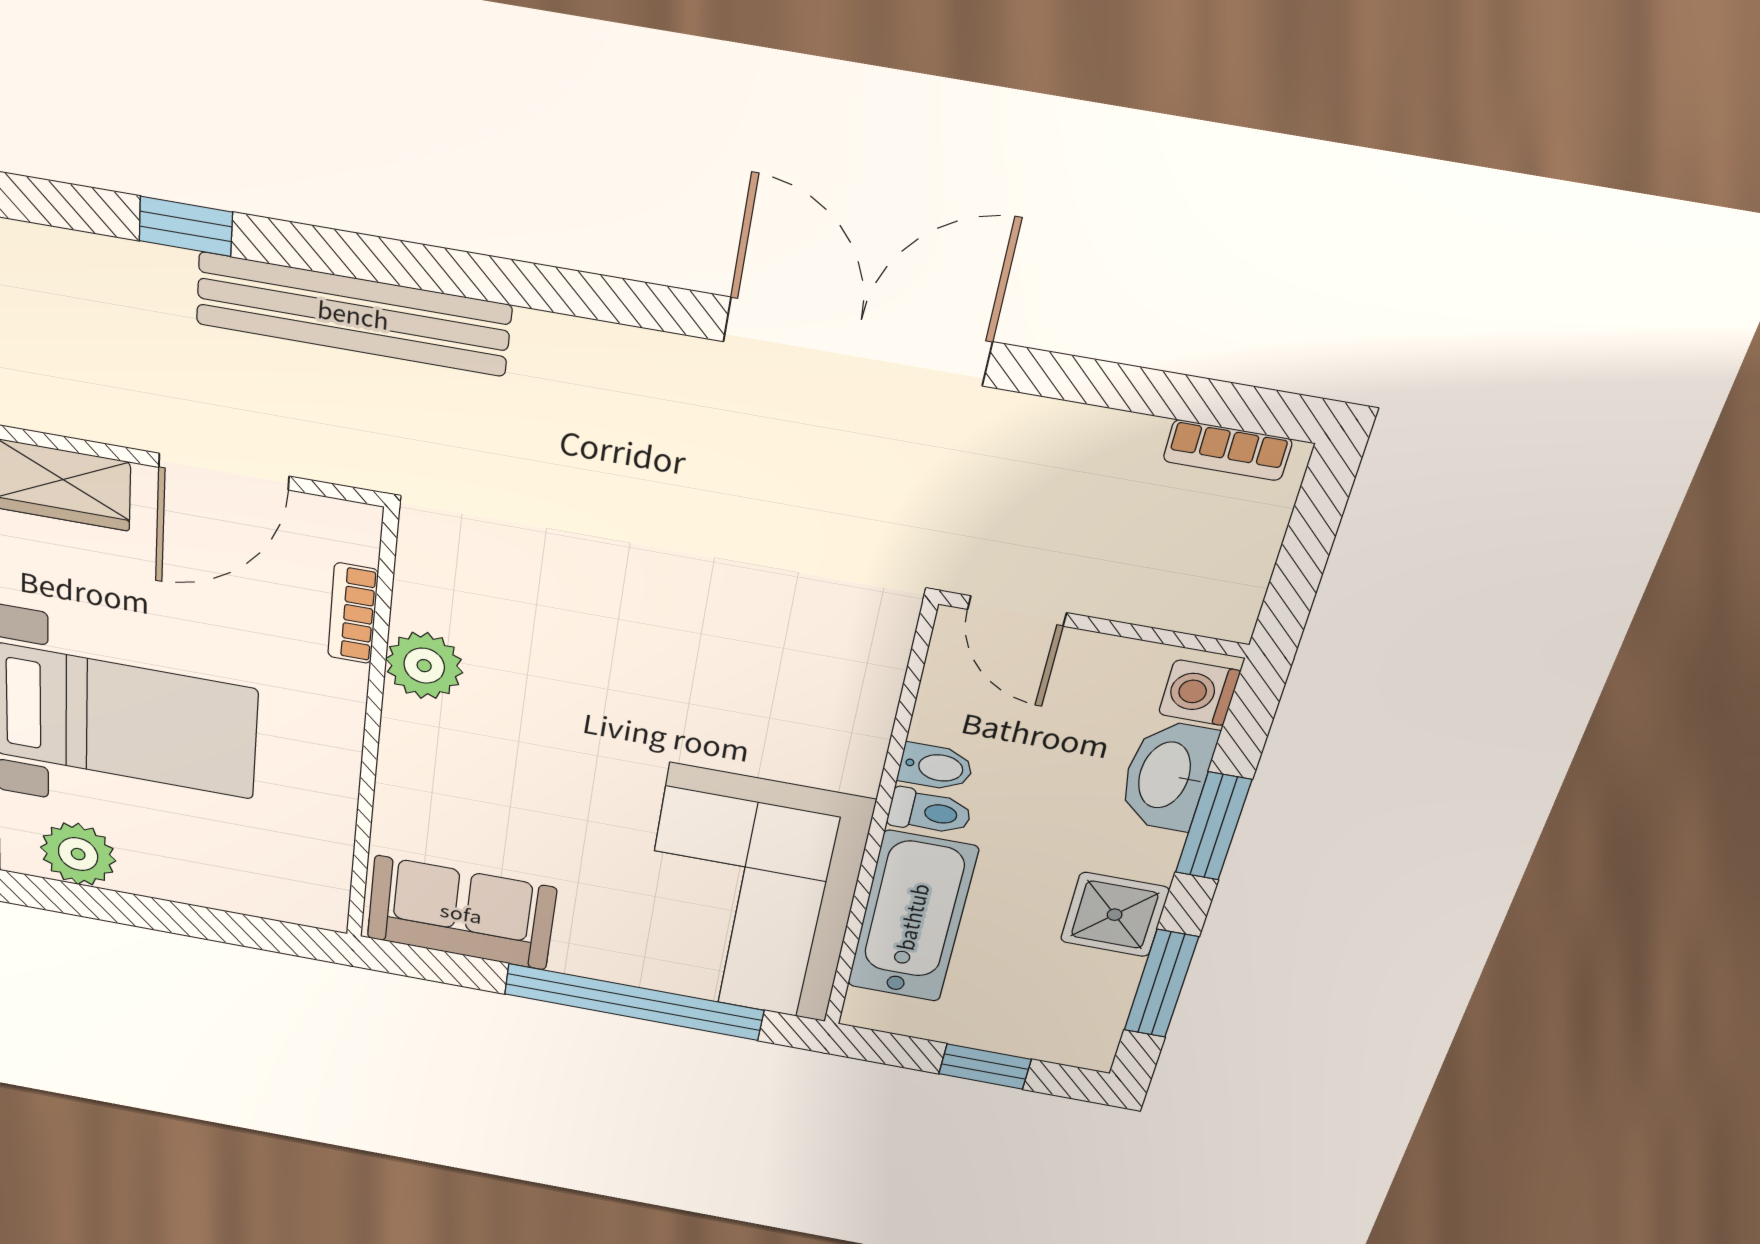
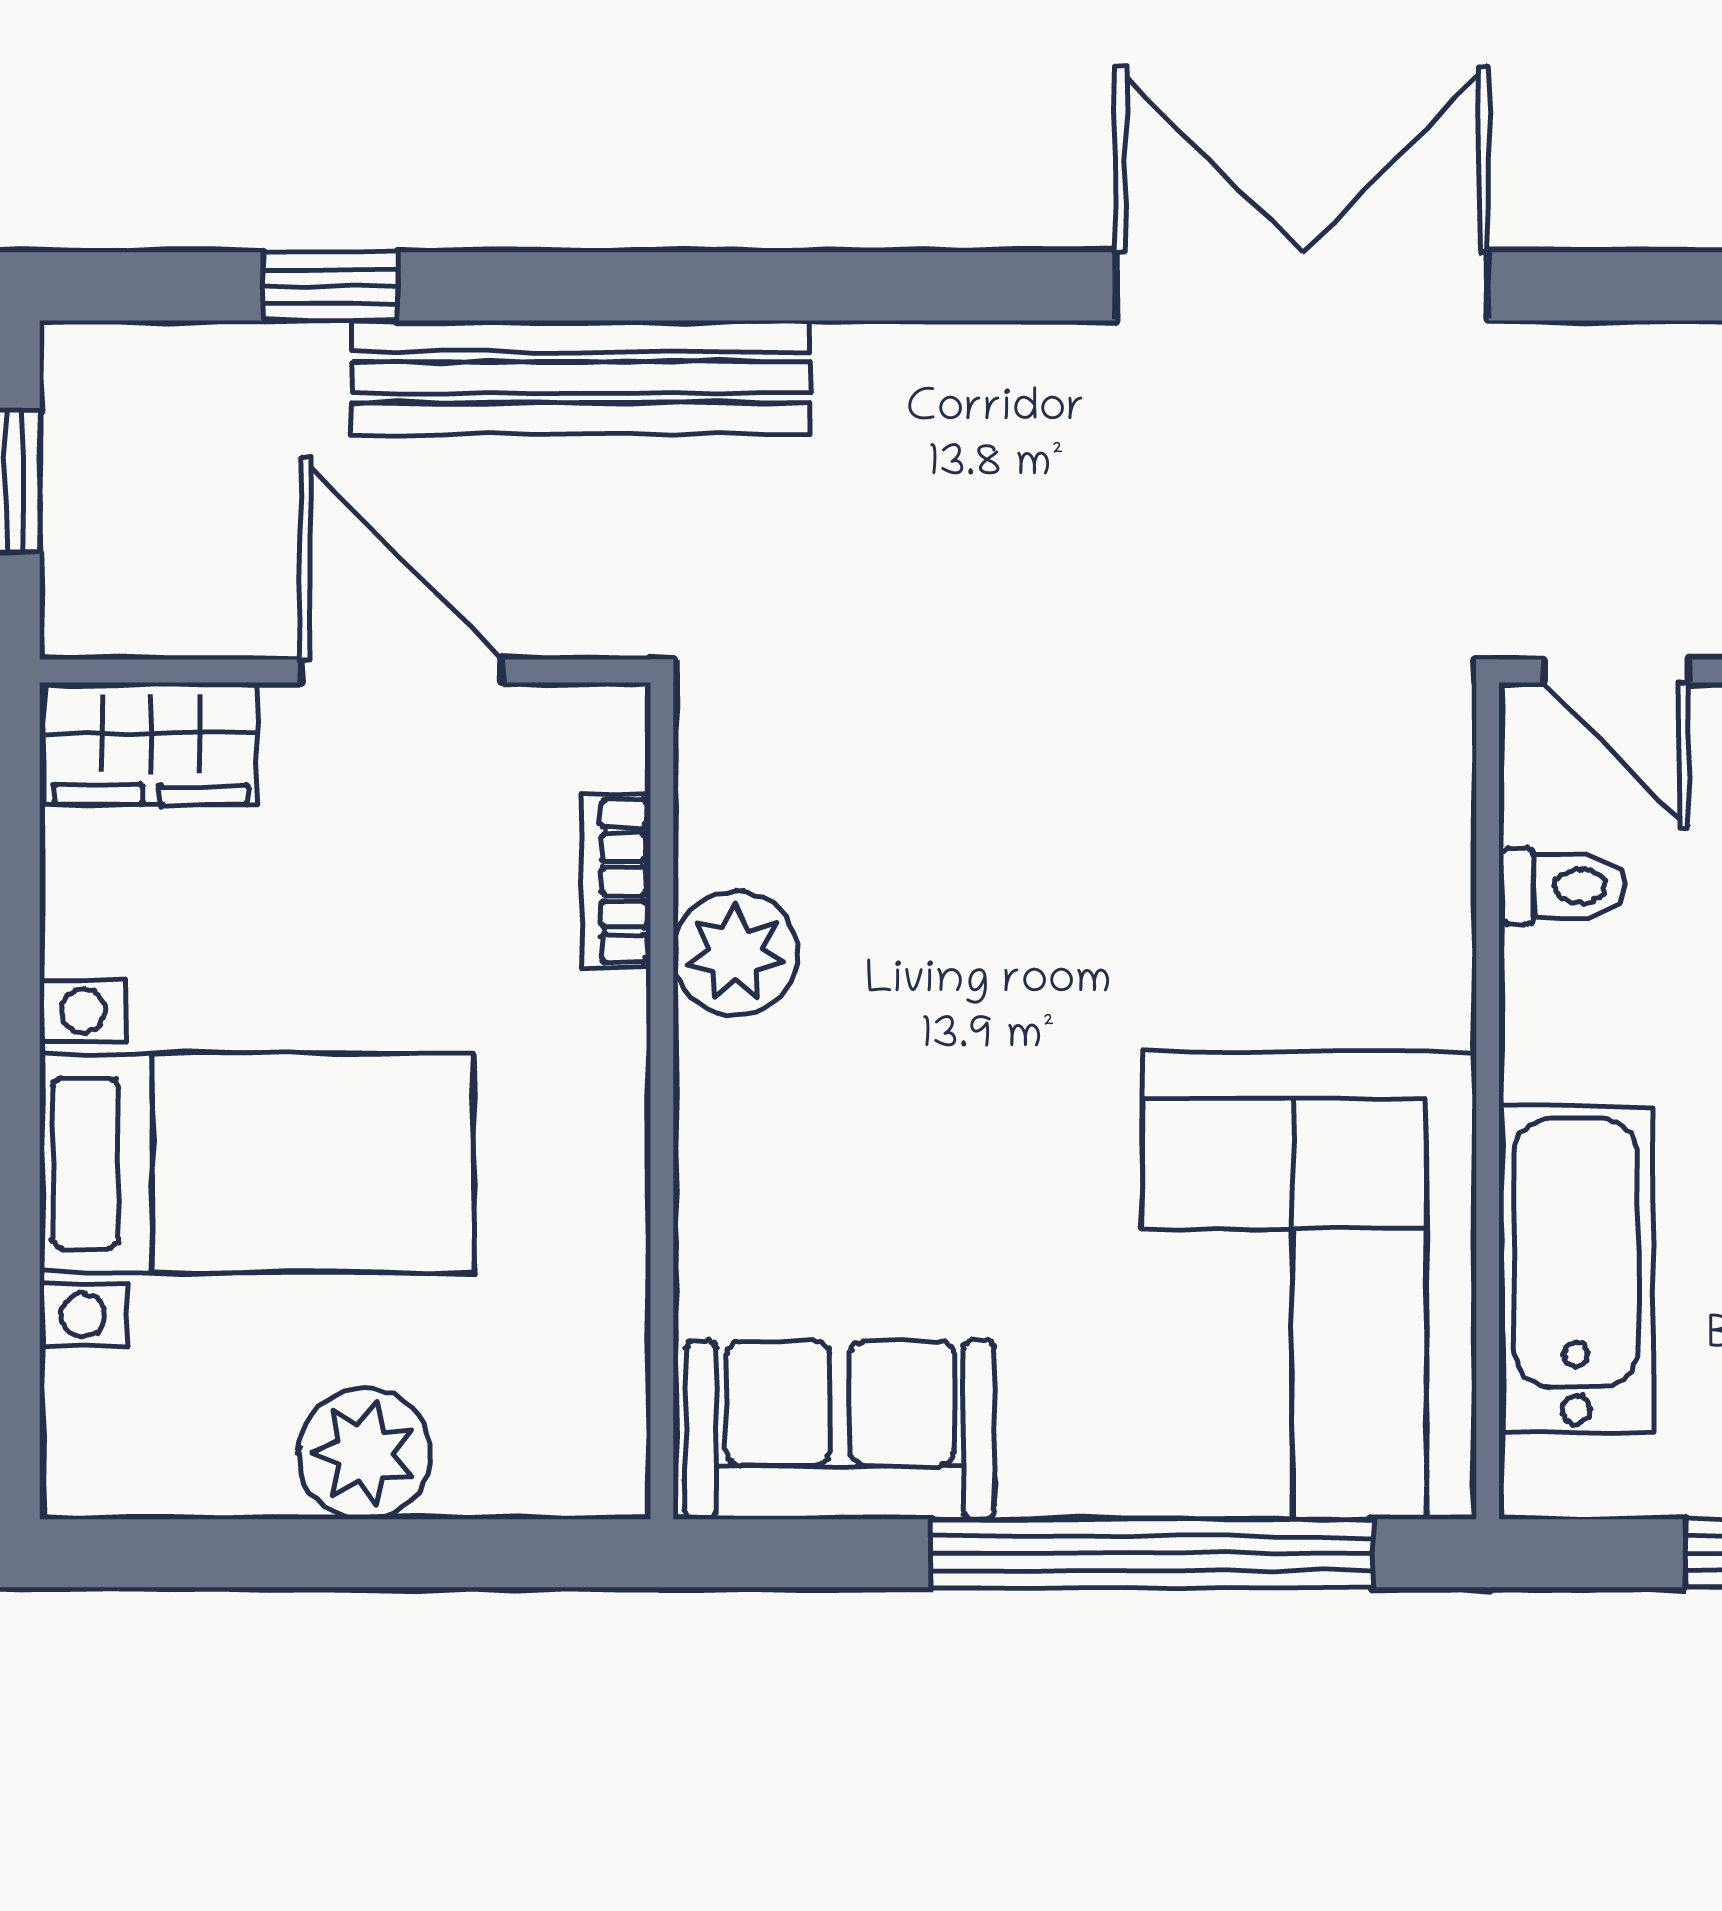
door: (224, 472) -> (401, 671), swing flipped
bidet: (936, 767) -> (1554, 972), removed
toilet: (930, 812) -> (1562, 886), moved
plant: (78, 854) -> (365, 1454), moved

